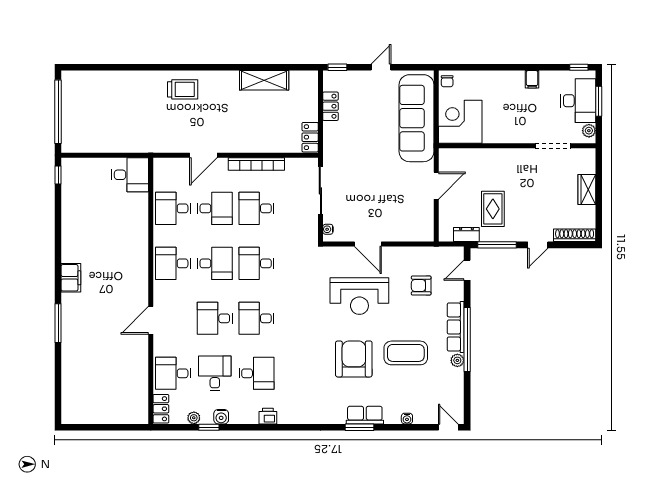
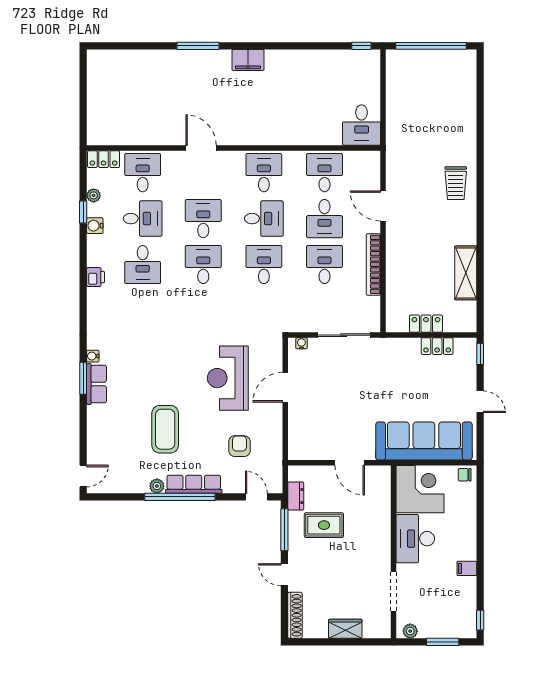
desk: (578, 101) -> (415, 539), moved, turned 90
locker: (310, 137) -> (426, 324), moved
desk: (215, 263) -> (264, 219), turned -90
armchair: (354, 359) -> (158, 372), removed
water cooler: (407, 419) -> (93, 356), moved

